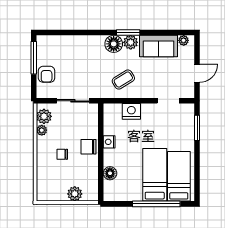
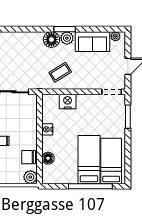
doorway: (168, 101) -> (112, 92), moved
chair: (89, 147) -> (29, 157), moved
plant: (75, 194) -> (30, 177), moved

